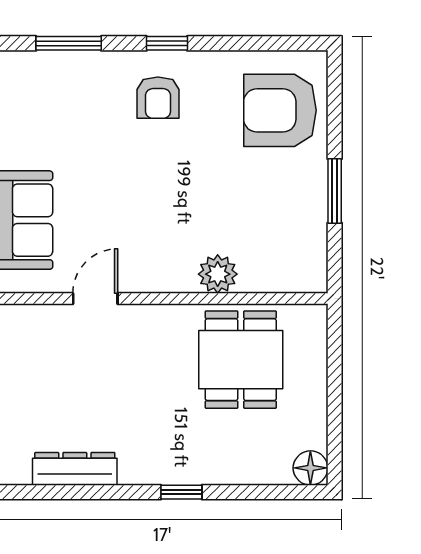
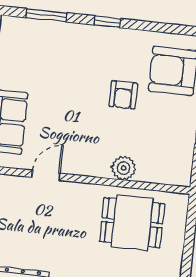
armchair: (158, 98) -> (123, 95), moved
dining table: (241, 360) -> (132, 223), turned 90

